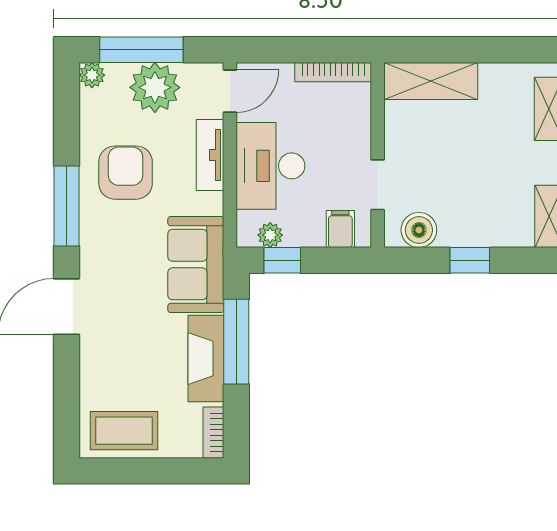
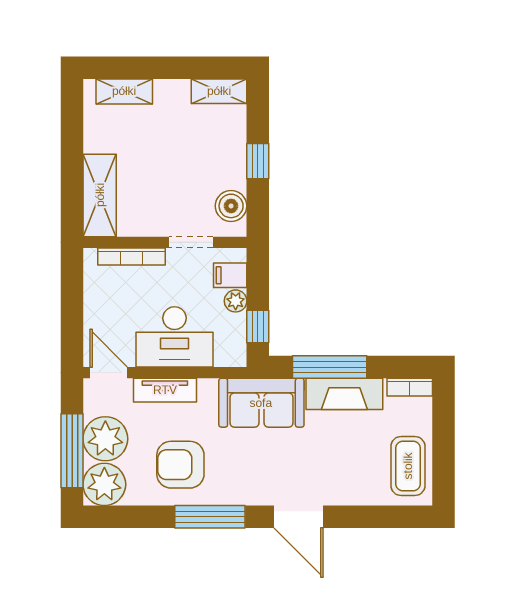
bookcase: (333, 72) -> (132, 256), moved, turned 90
plant: (92, 75) -> (104, 484), width x1.88, depth x1.88
plant: (270, 235) -> (236, 301), moved

